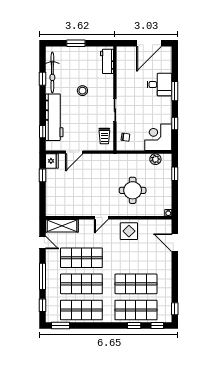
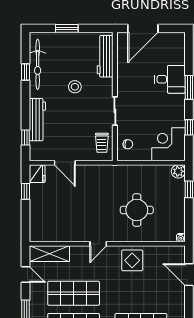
door: (149, 43) -> (143, 28), moved
workbench: (107, 61) -> (105, 56), width x1.38
workbench: (54, 117) -> (37, 120), width x0.73, depth x0.76
door: (74, 152) -> (65, 163), hinge flipped
plant: (155, 159) -> (178, 171), moved

